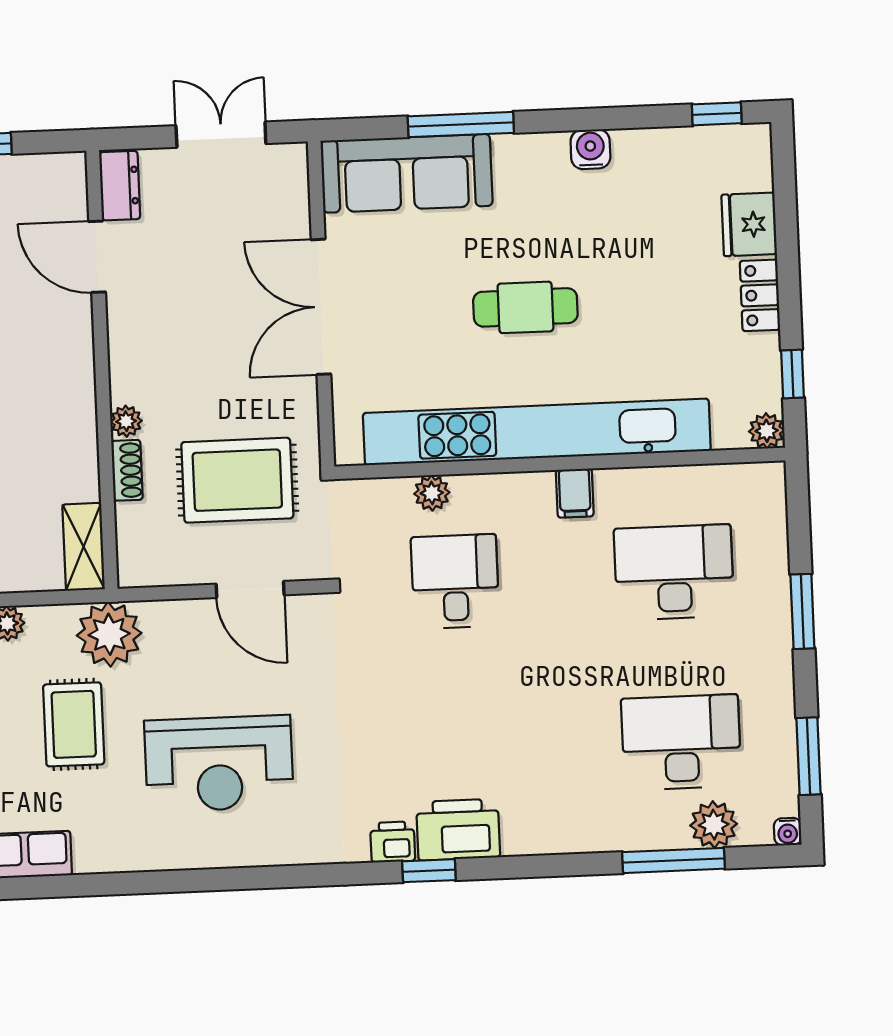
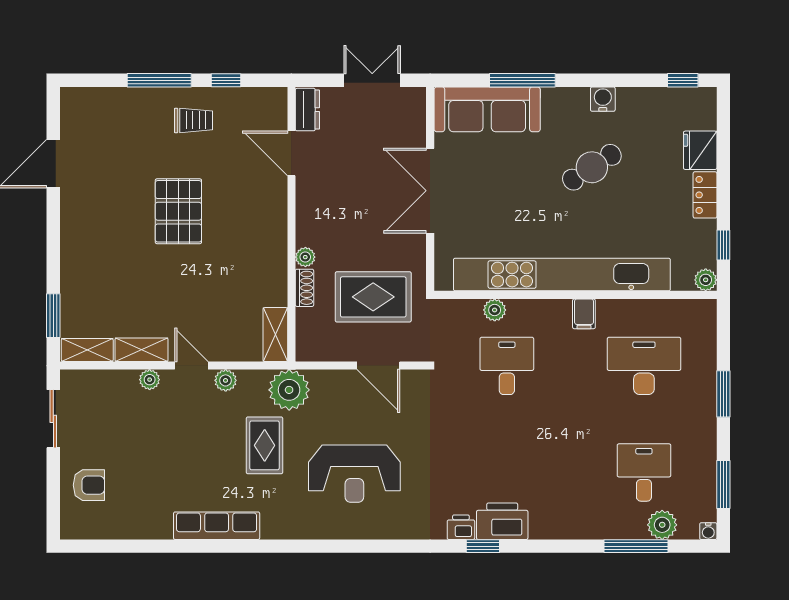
cafe table: (525, 307) -> (592, 167), moved, turned -33
desk: (681, 742) -> (644, 472), width x0.73

